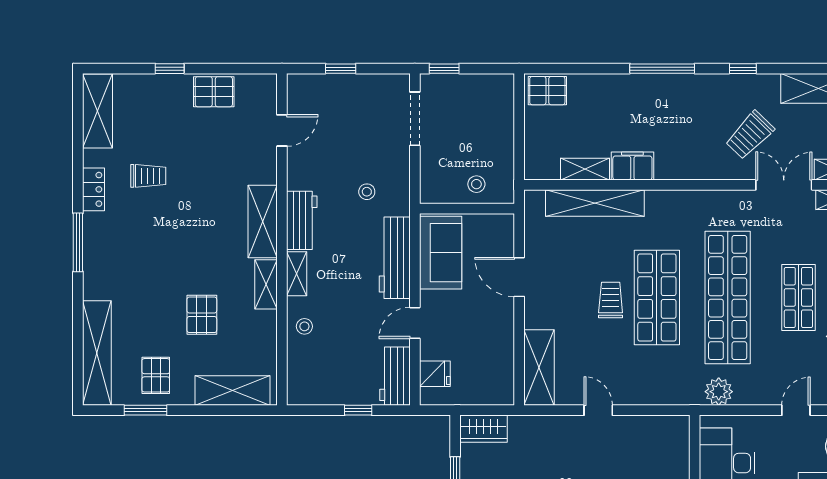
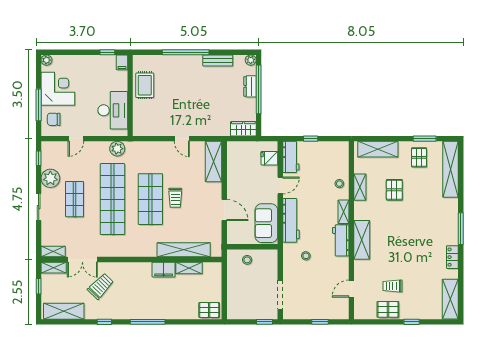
trolley: (148, 176) -> (393, 286), moved
shelving: (266, 284) -> (360, 187), moved

